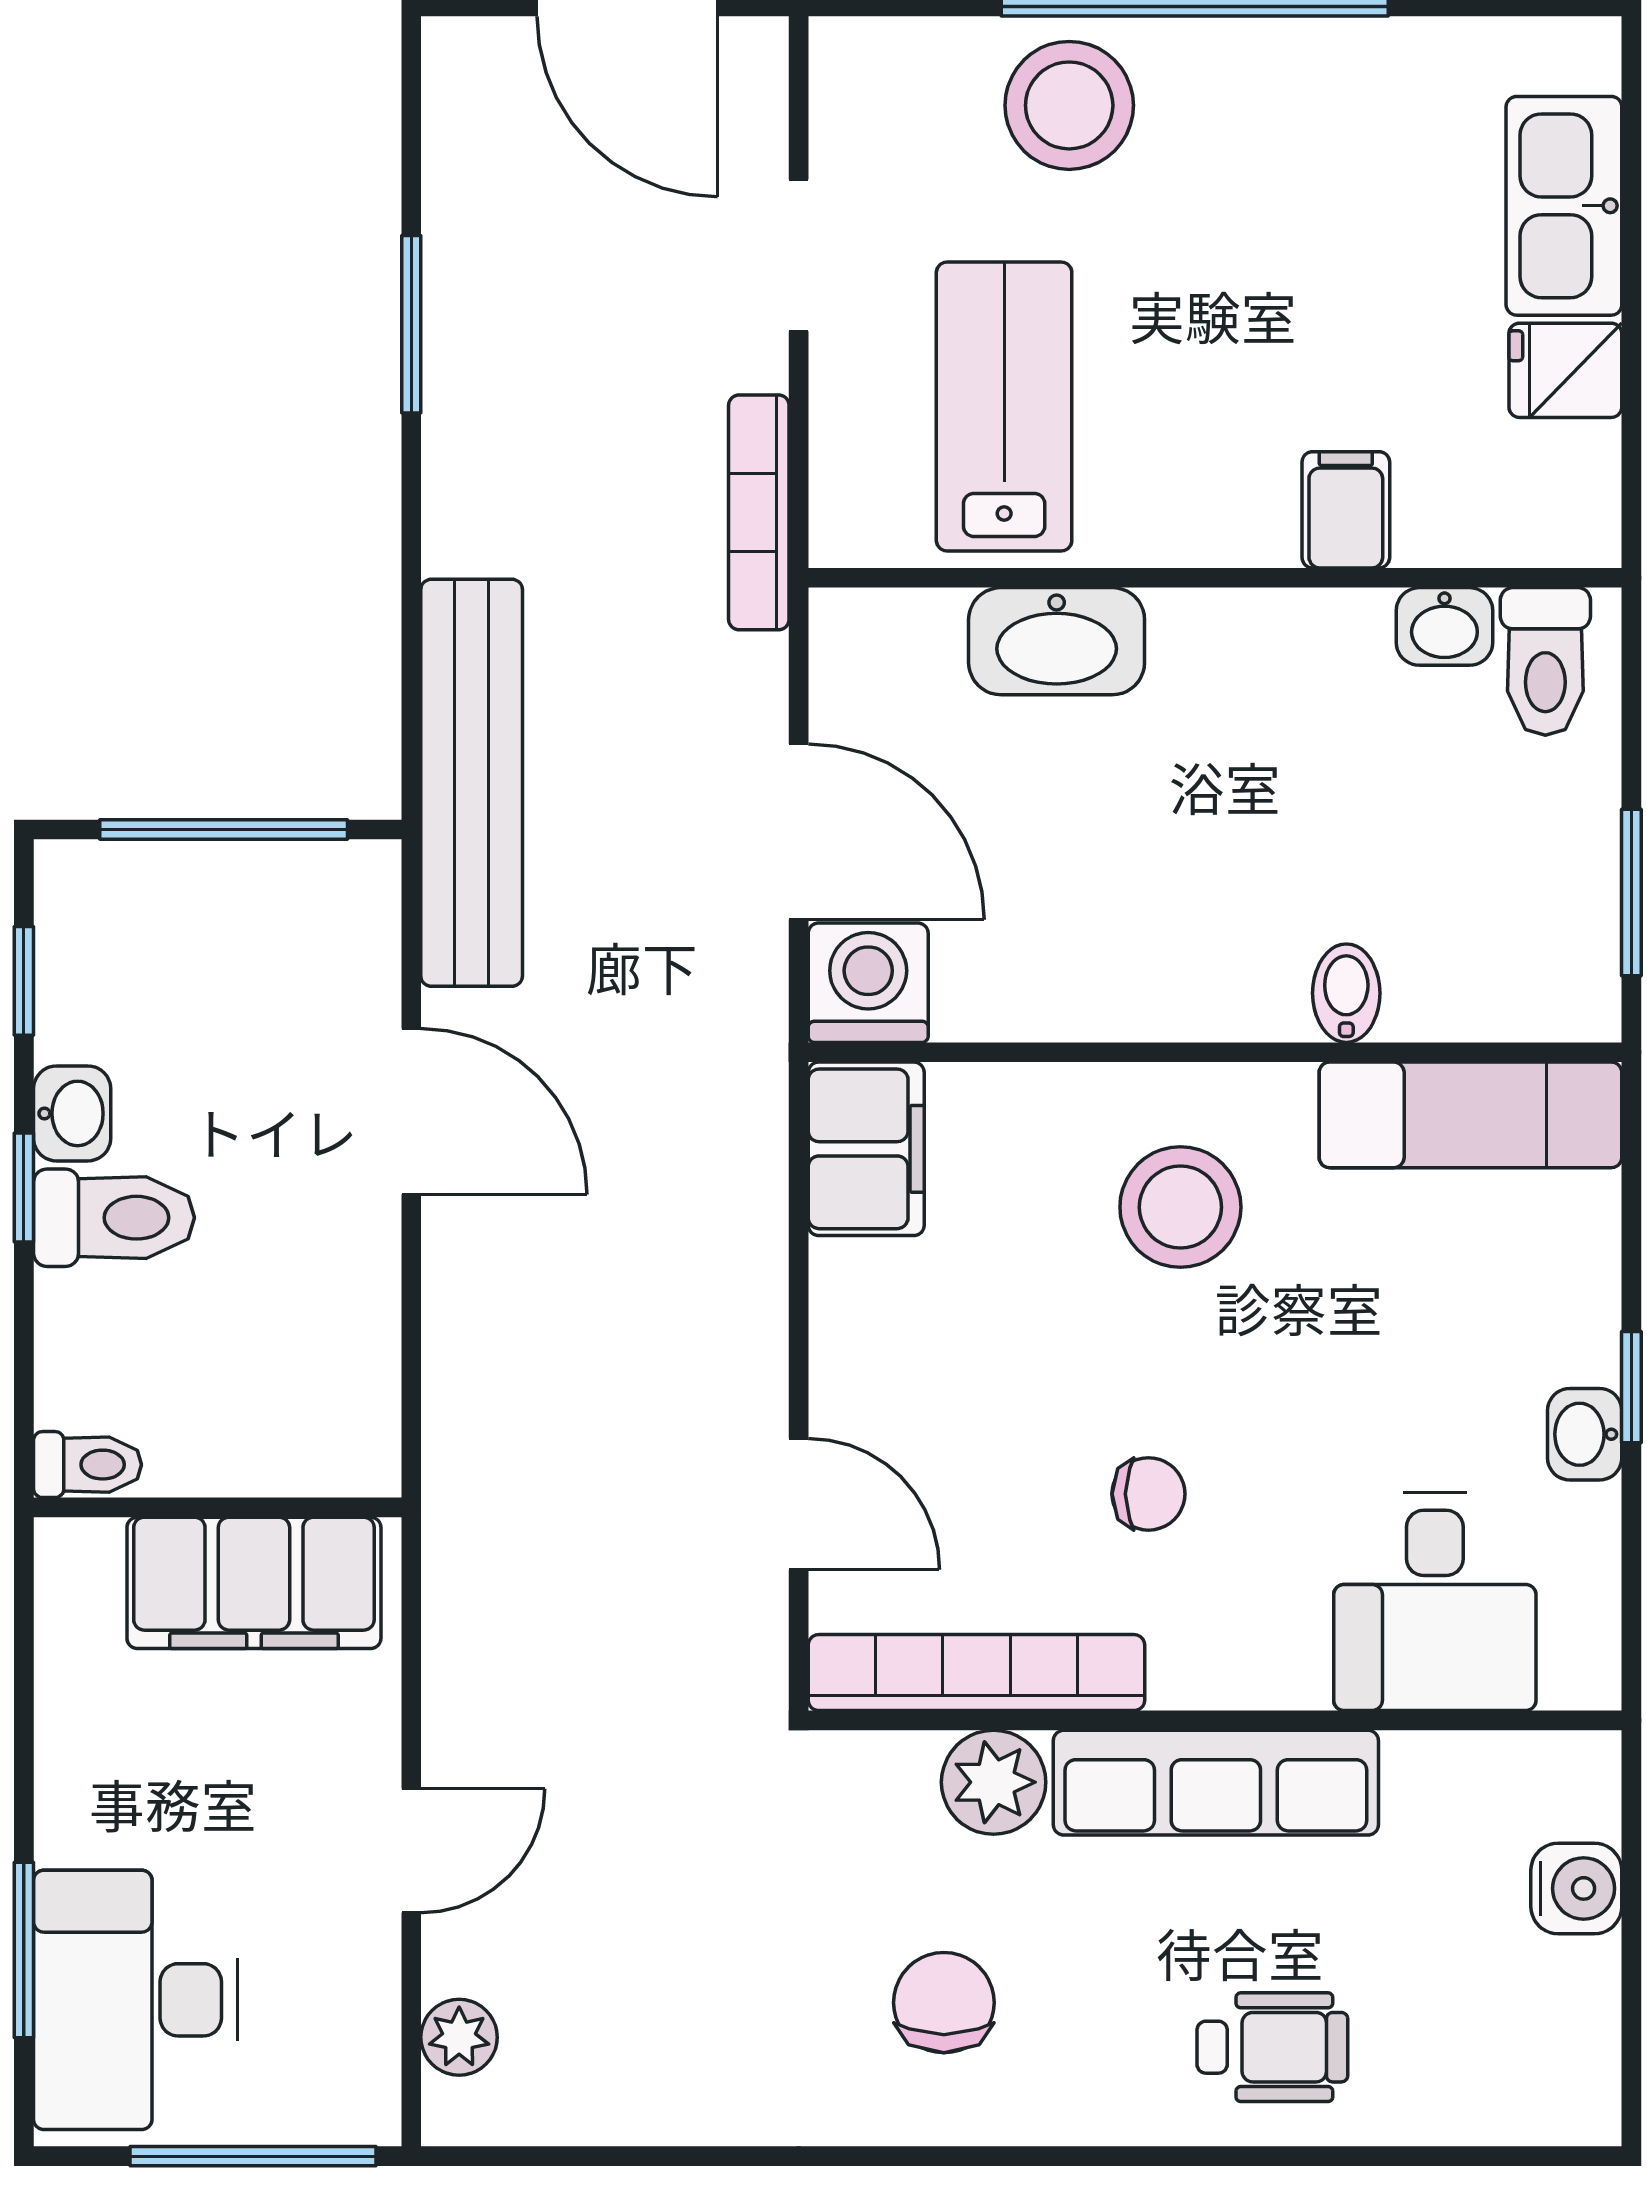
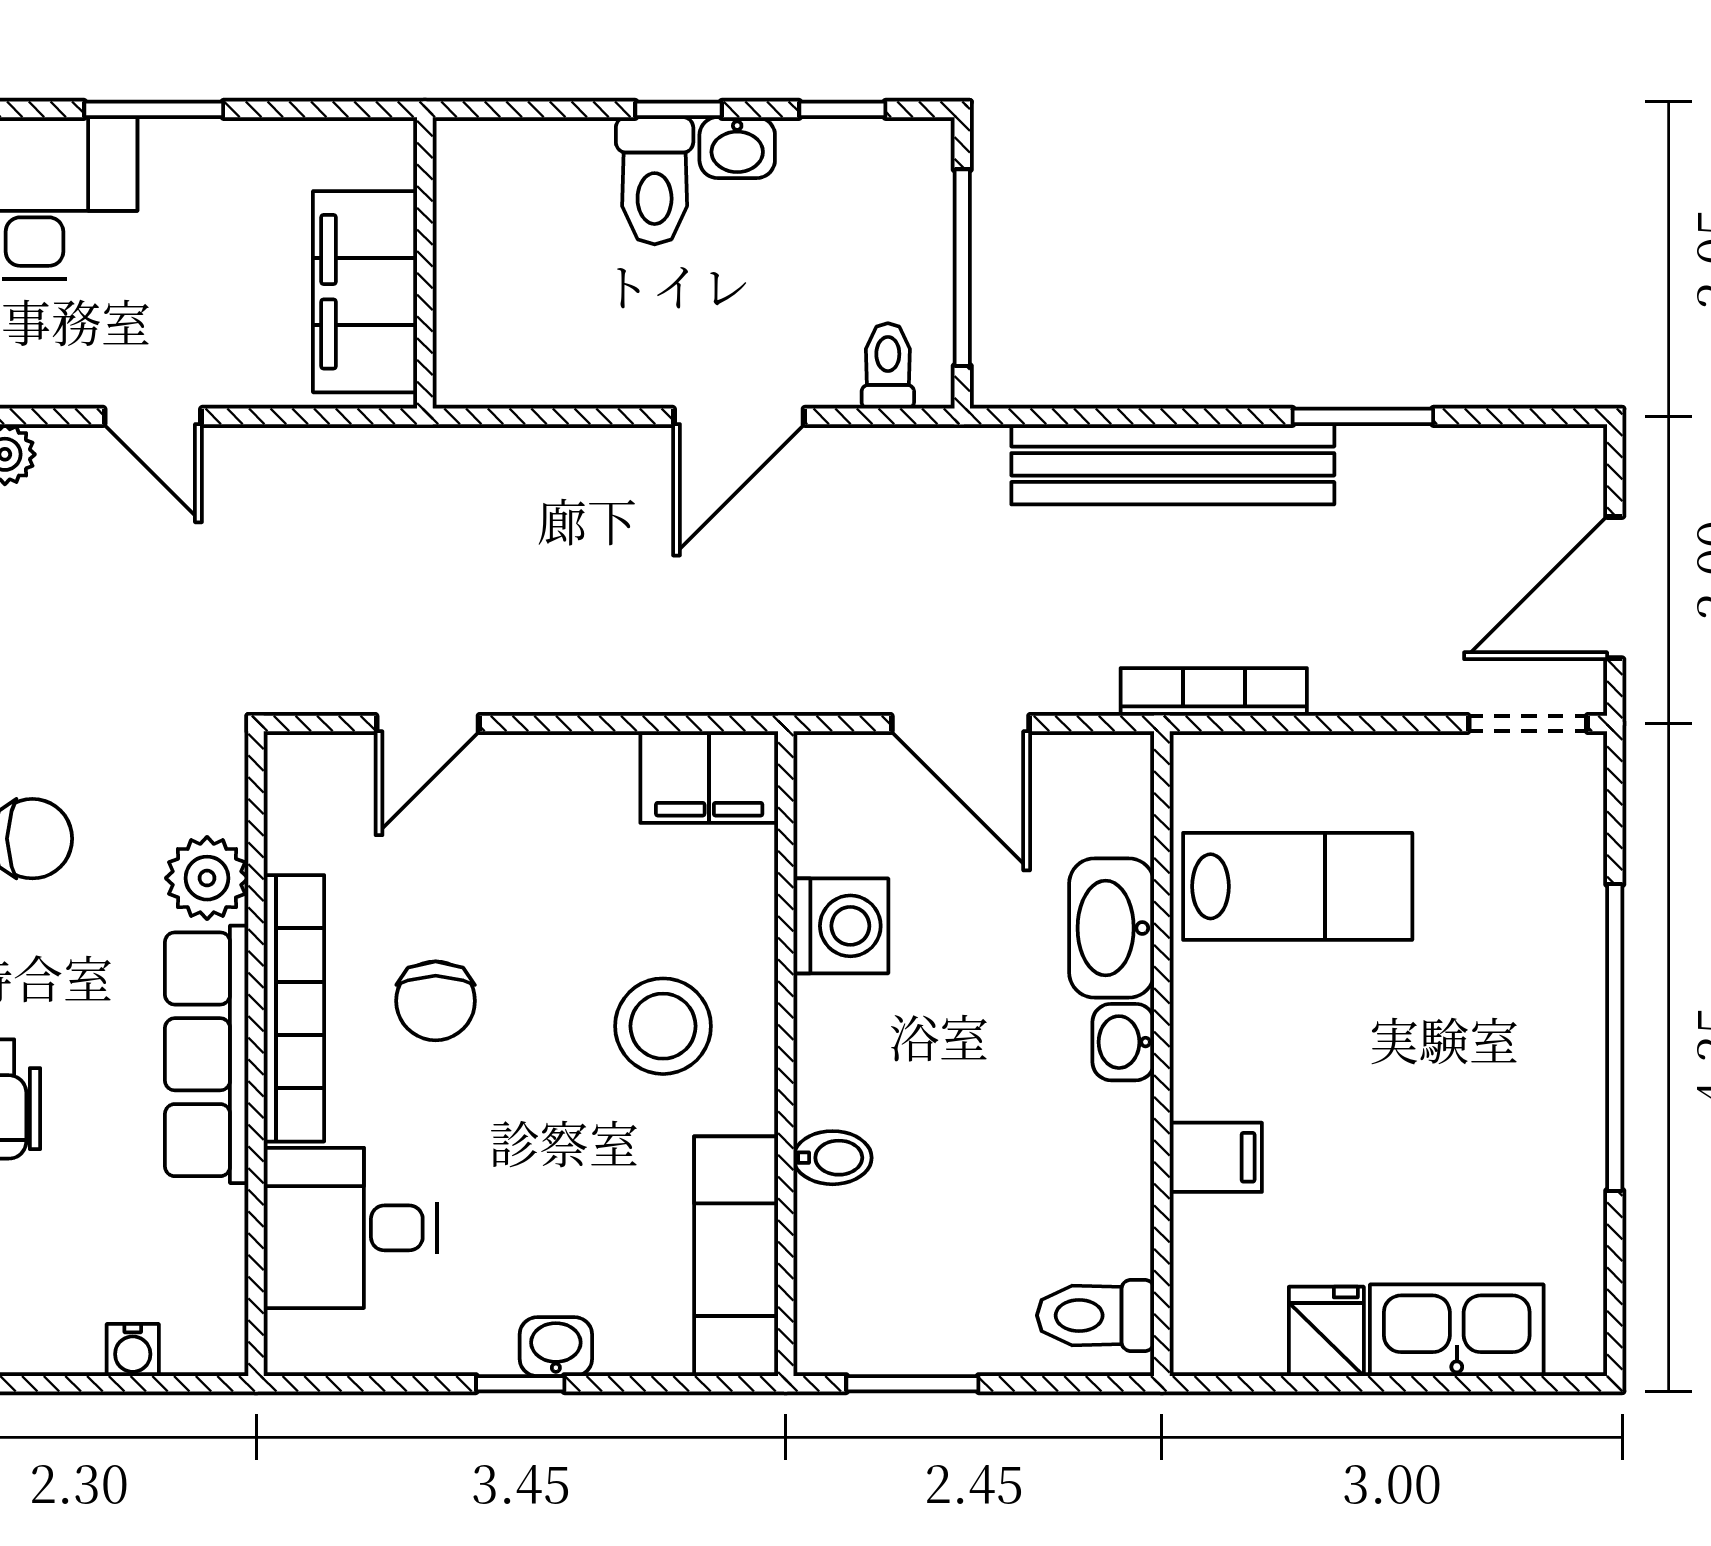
stool: (1069, 105) -> (1536, 938), removed
doorway: (799, 255) -> (1528, 723), moved
washbasin: (1444, 626) -> (1123, 1042), moved
bench: (472, 783) -> (1173, 464), moved
door: (799, 832) -> (960, 723), hinge flipped
washing machine: (868, 983) -> (841, 926), moved
washbasin: (1585, 1434) -> (556, 1347), moved
toilet: (88, 1465) -> (888, 366), moved, turned 180
chair: (1148, 1494) -> (436, 1001), width x1.37, depth x1.37
bookcase: (976, 1673) -> (294, 1008), moved
water cooler: (1576, 1888) -> (133, 1350), width x0.72, depth x0.72
window: (24, 1950) -> (154, 109), moved

